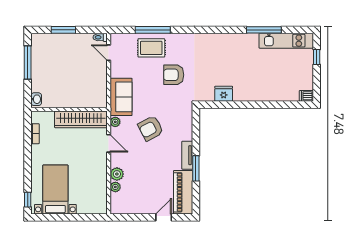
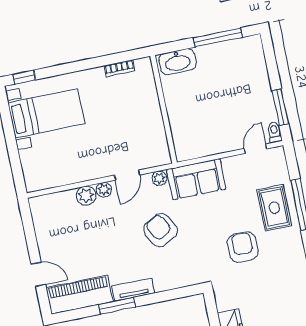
window: (63, 30) -> (280, 107), moved
washbasin: (36, 99) -> (178, 62), width x1.91, depth x1.45
wardrobe: (81, 119) -> (153, 129), removed
plant: (115, 187) -> (104, 190), moved

